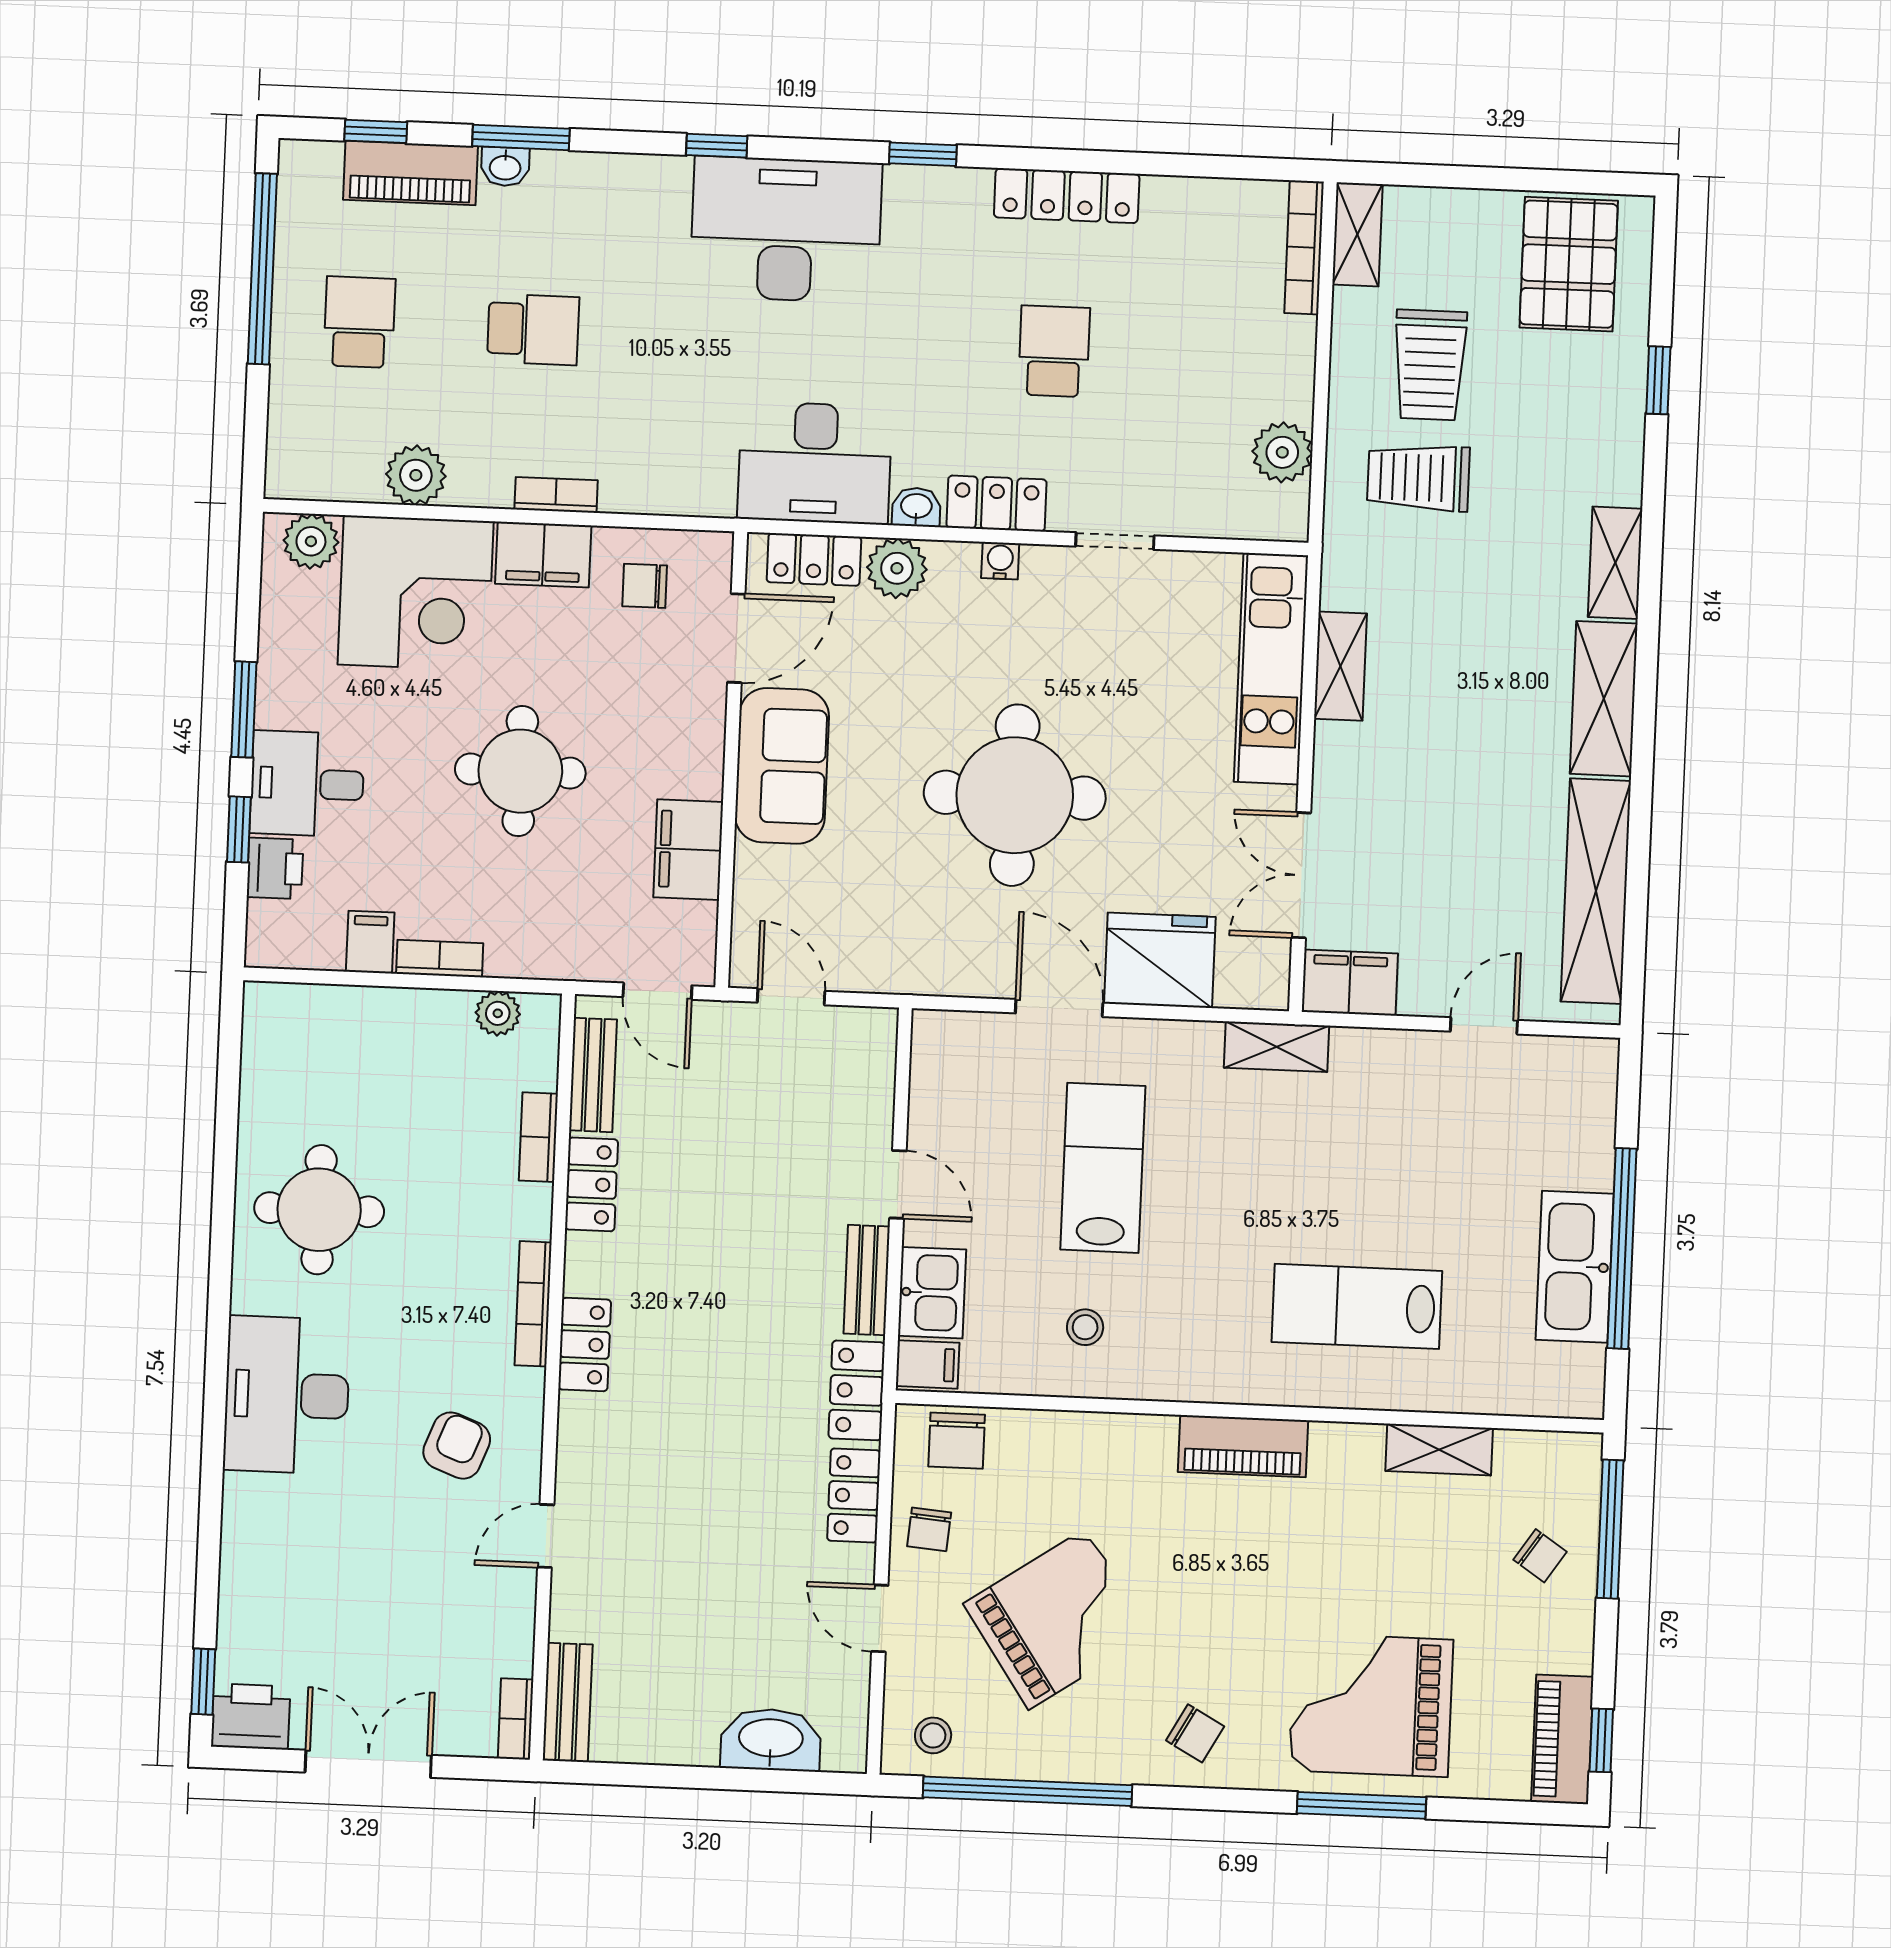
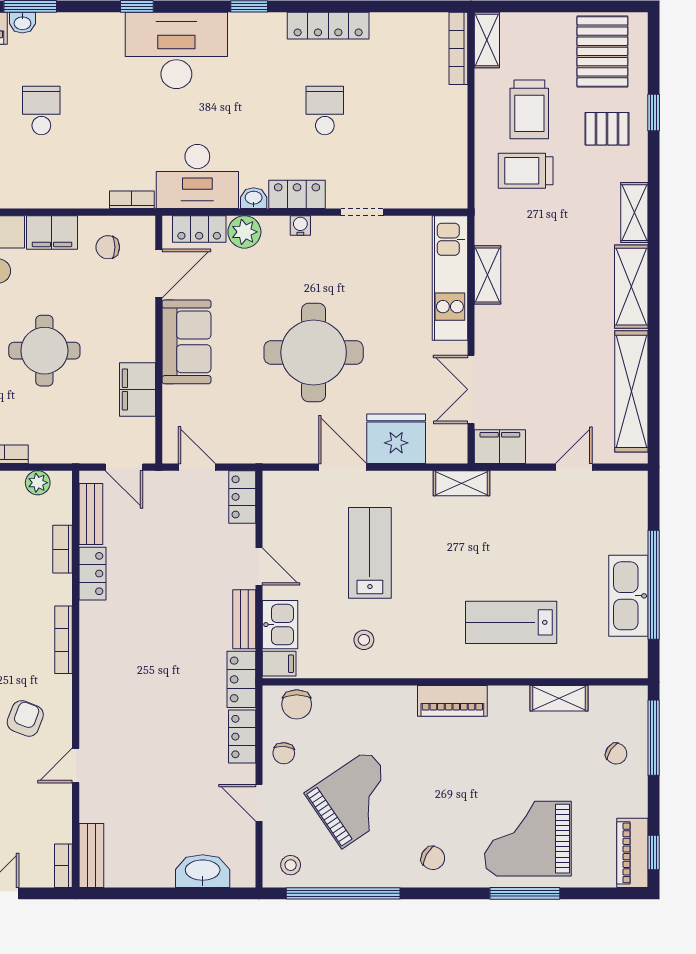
school desk: (533, 329) -> (41, 110), turned -90
pallet: (1571, 407) -> (607, 129), added
plant: (1282, 452) -> (451, 160), removed
bookcase: (556, 495) -> (132, 200), moved
locker: (585, 1345) -> (242, 497), moved, turned 180

